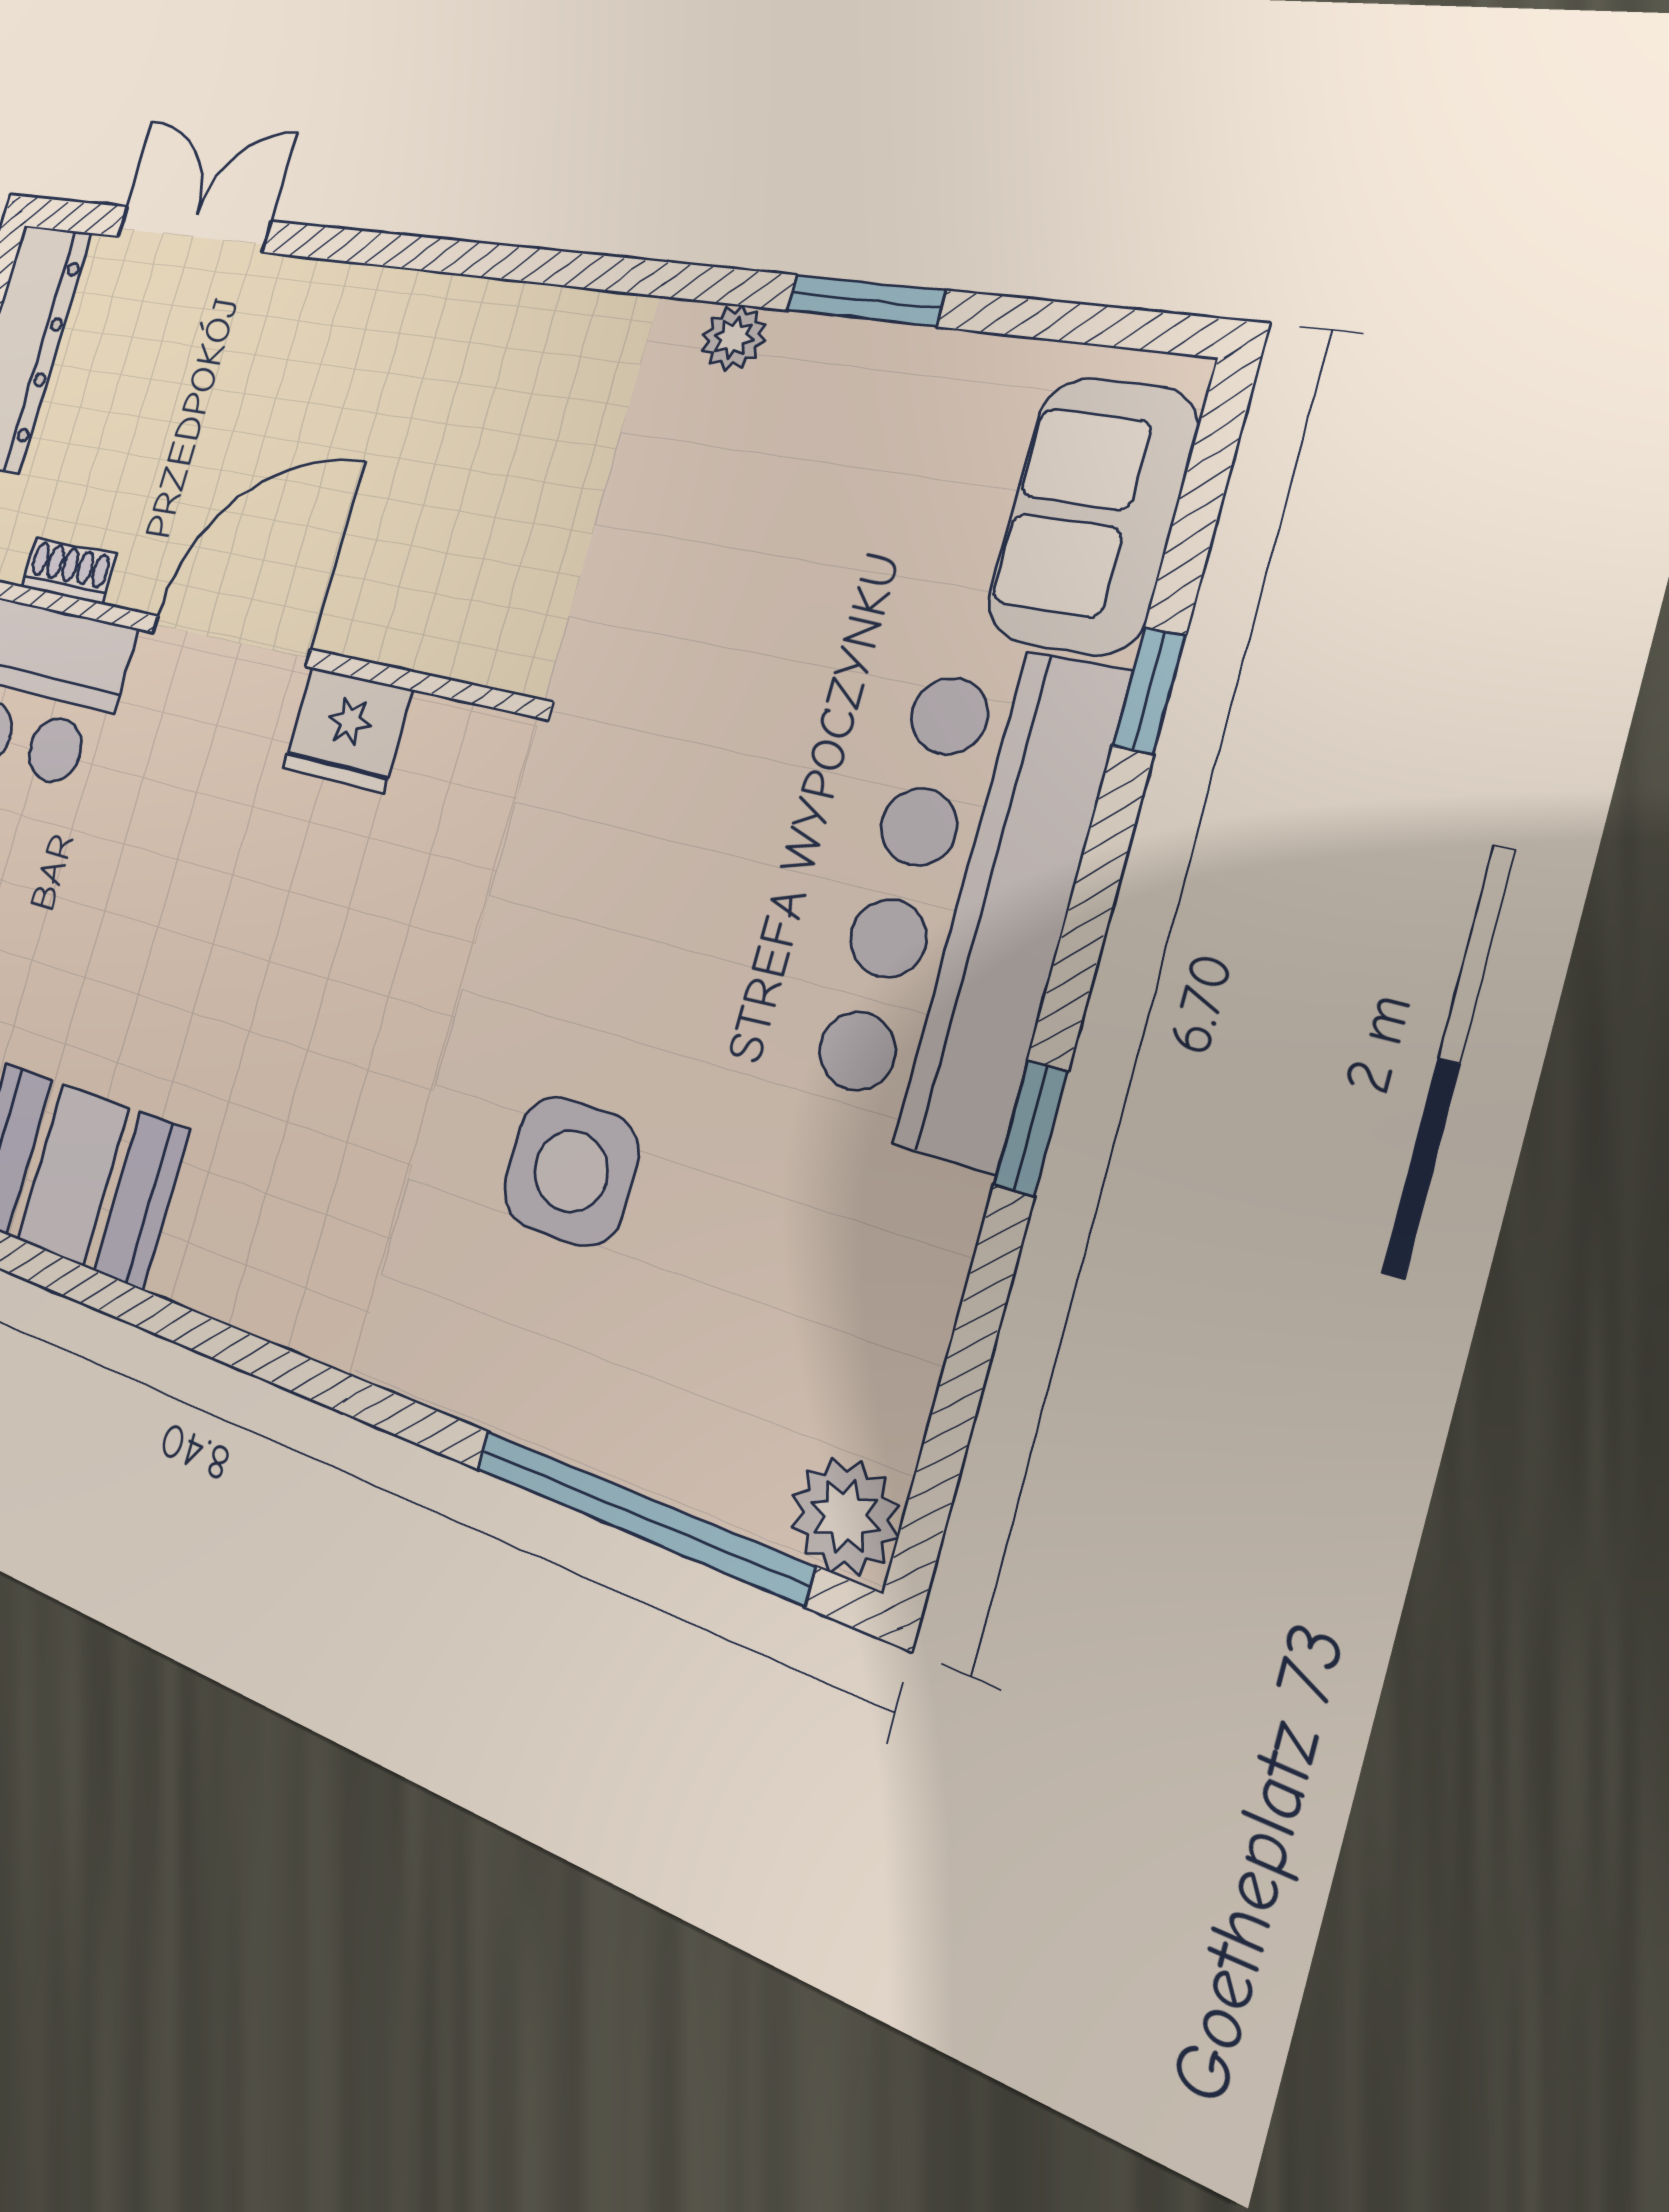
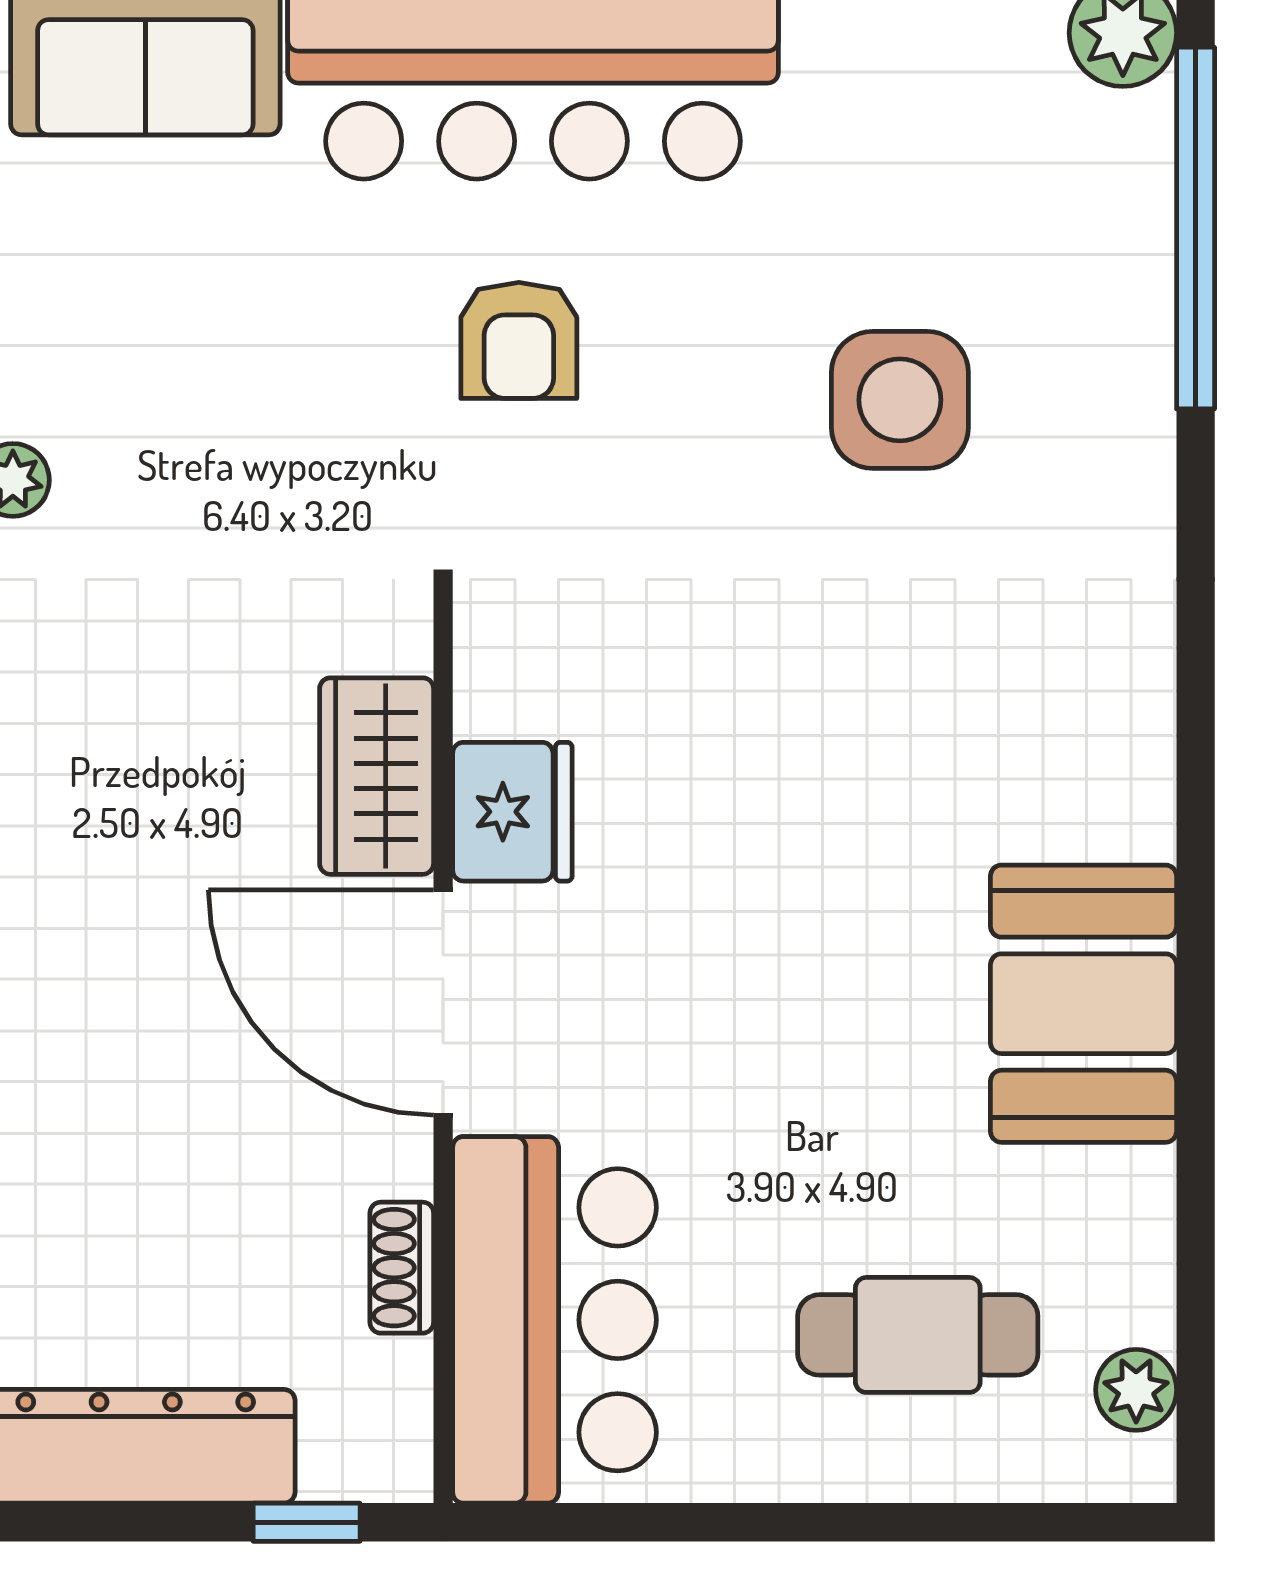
wardrobe: (407, 619) -> (377, 776), added
armchair: (724, 825) -> (519, 340), added

